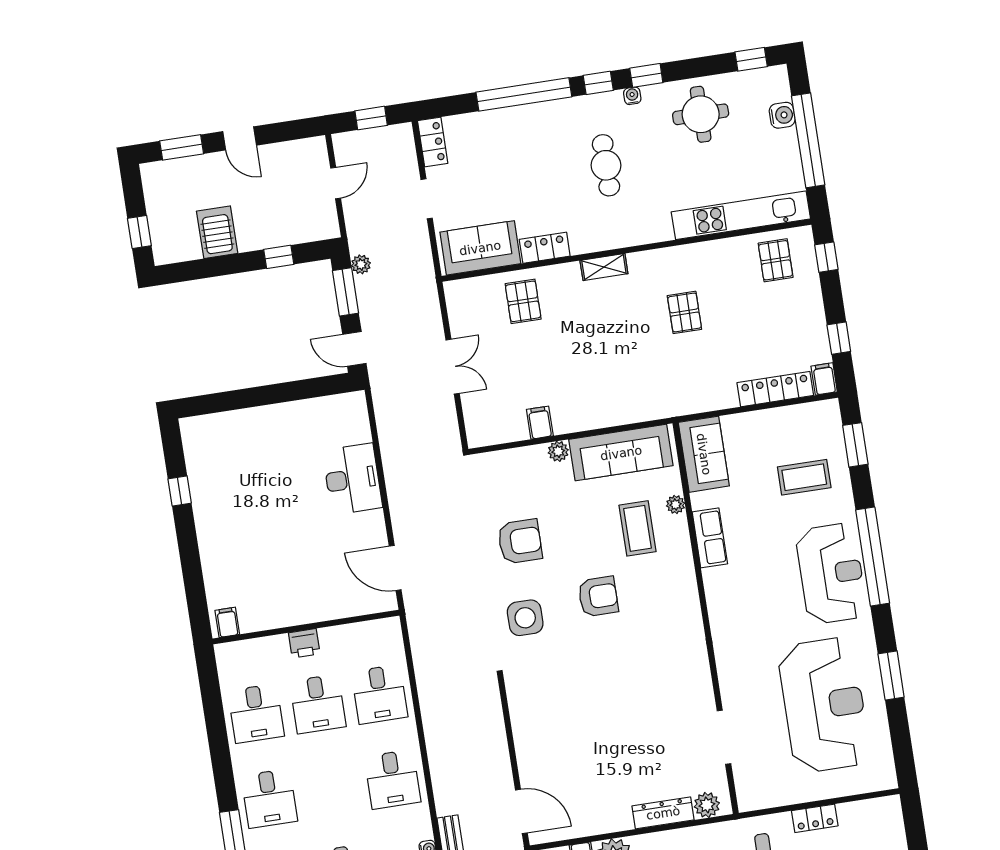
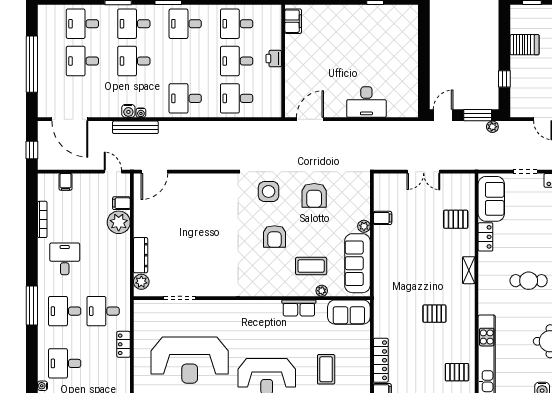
filing cabinet: (227, 622) -> (293, 21), width x2.00

